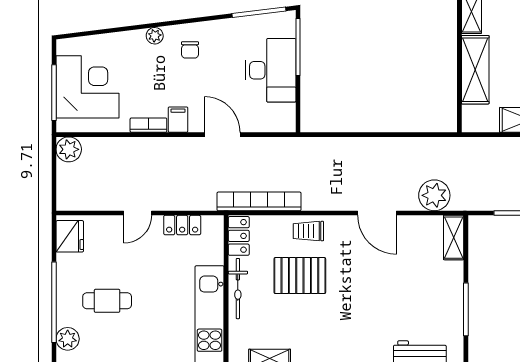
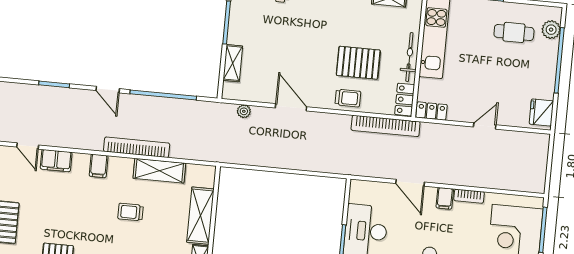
plant: (69, 149) -> (535, 183), removed
plant: (434, 195) -> (244, 111), width x0.53, depth x0.53
locker: (182, 225) -> (431, 111), moved
shelving: (454, 238) -> (233, 63), moved
cafe table: (107, 301) -> (514, 32), moved

